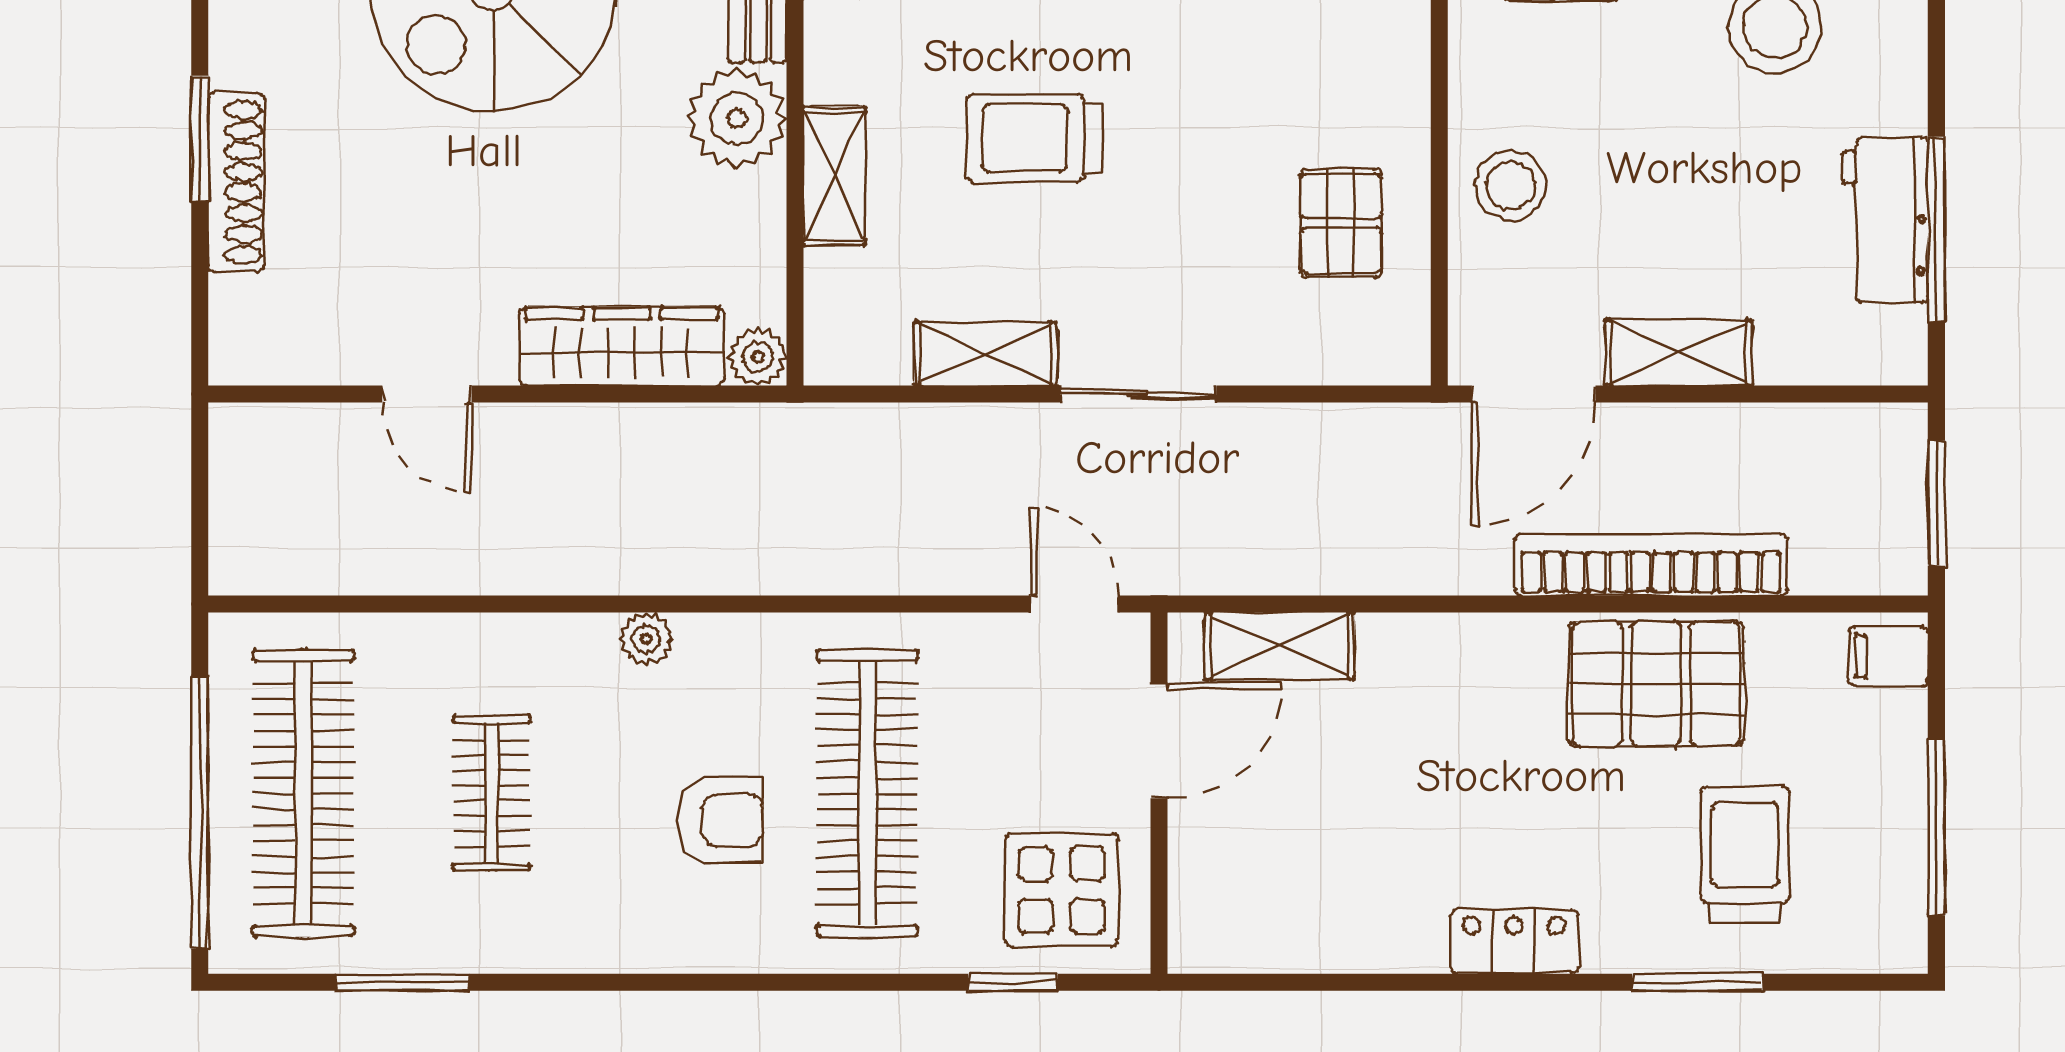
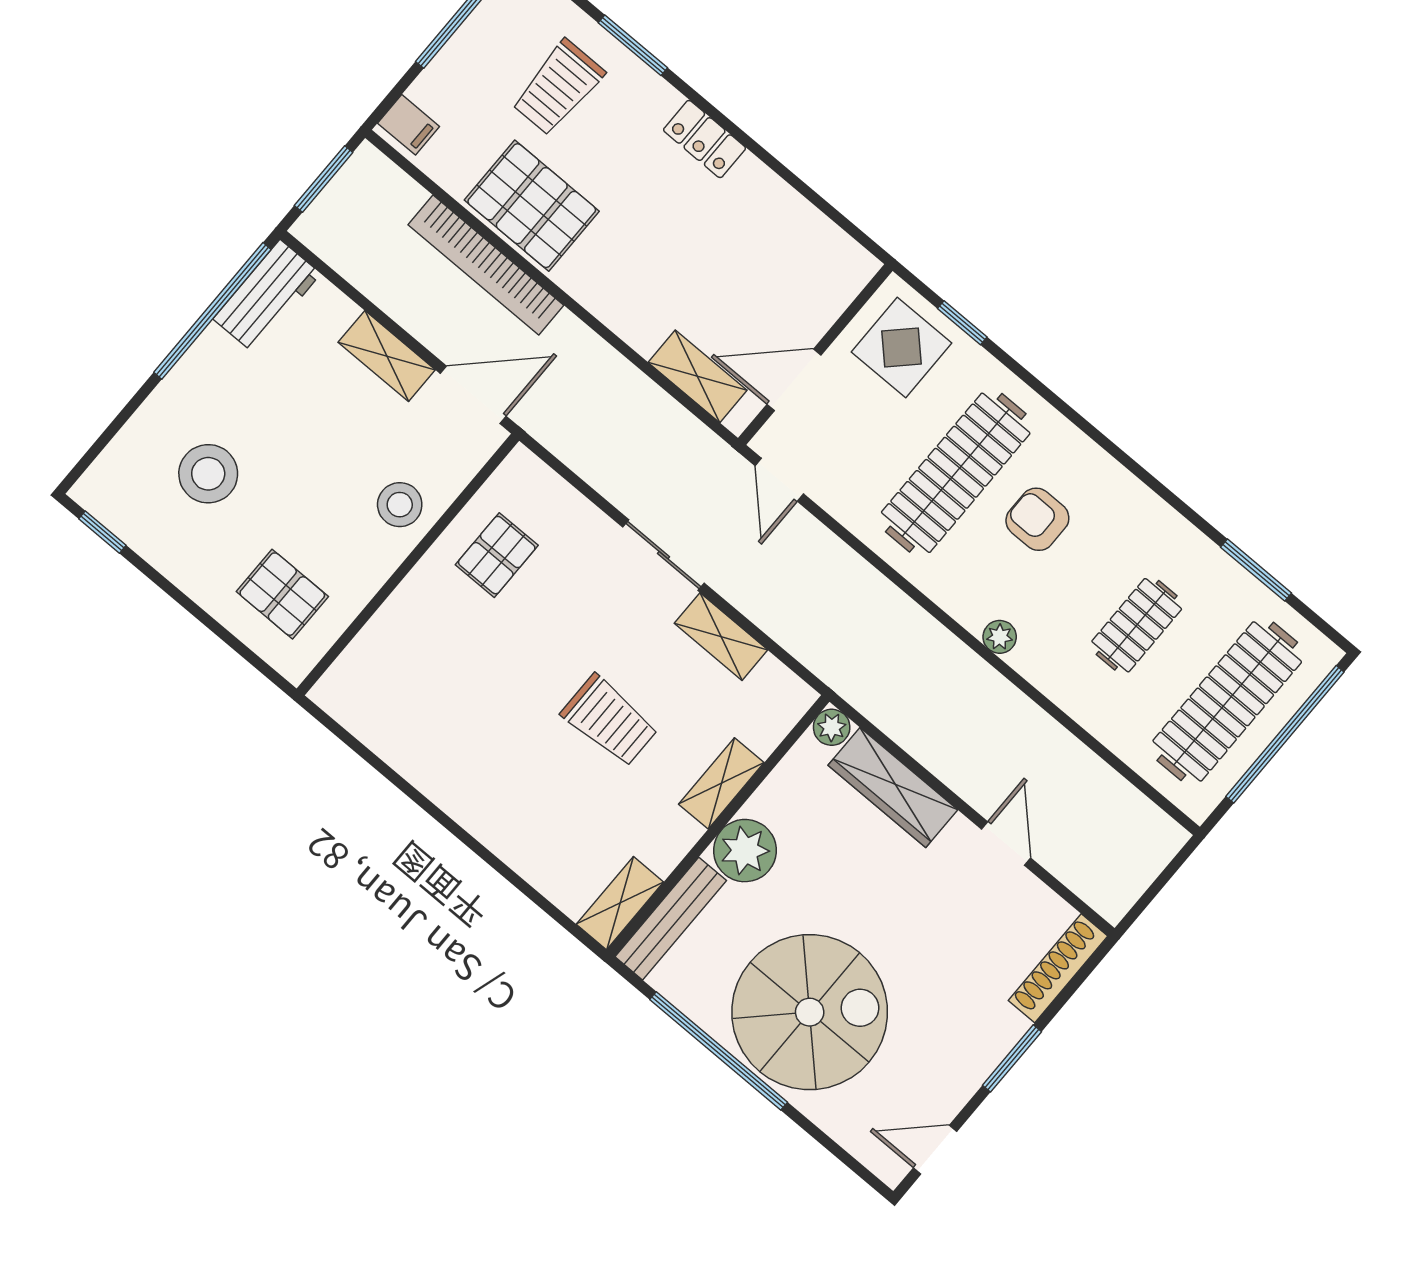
shoe rack: (236, 182) -> (1058, 968), moved
workbench: (1885, 220) -> (267, 296), moved
window: (1936, 229) -> (212, 311), width x1.46

